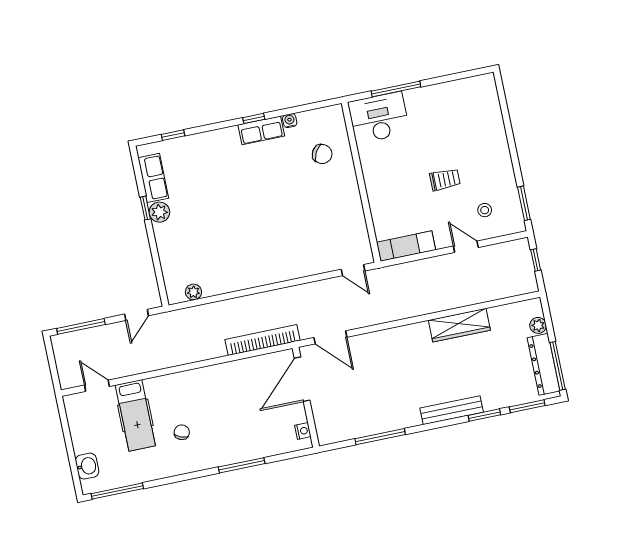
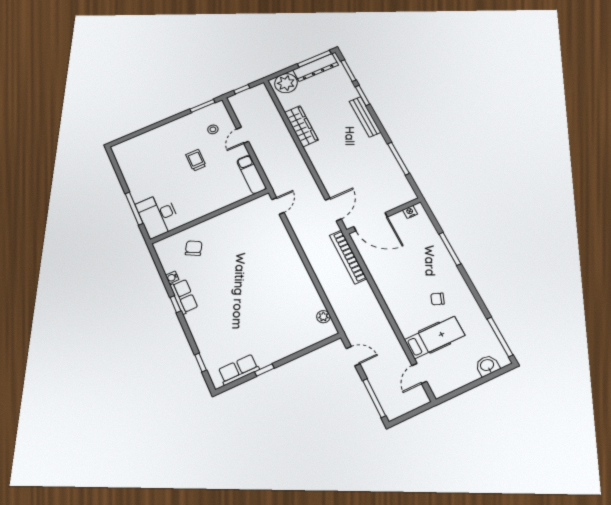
plant: (159, 212) -> (265, 358), removed
plant: (538, 325) -> (286, 83), width x1.88, depth x1.88

